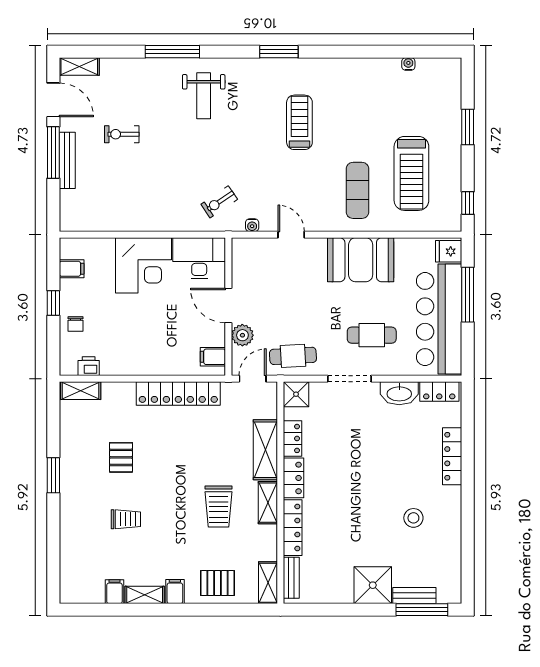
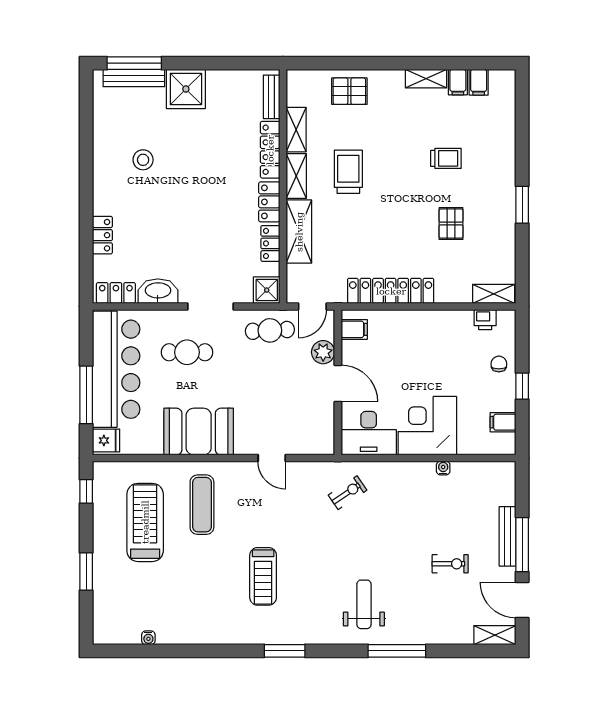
water cooler: (252, 225) -> (443, 468), moved
locker: (452, 456) -> (102, 235), width x0.66
trolley: (126, 519) -> (446, 158), turned 180
shelving: (268, 583) -> (296, 130), moved
filing cabinet: (175, 592) -> (479, 82), moved
bench: (414, 596) -> (134, 78), width x1.36

